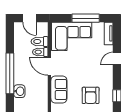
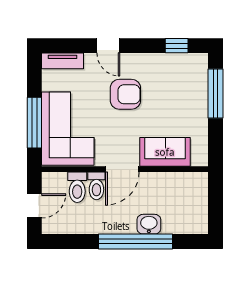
window: (86, 18) -> (34, 123), moved
washbasin: (19, 91) -> (149, 224), moved
armchair: (91, 95) -> (125, 94), moved

